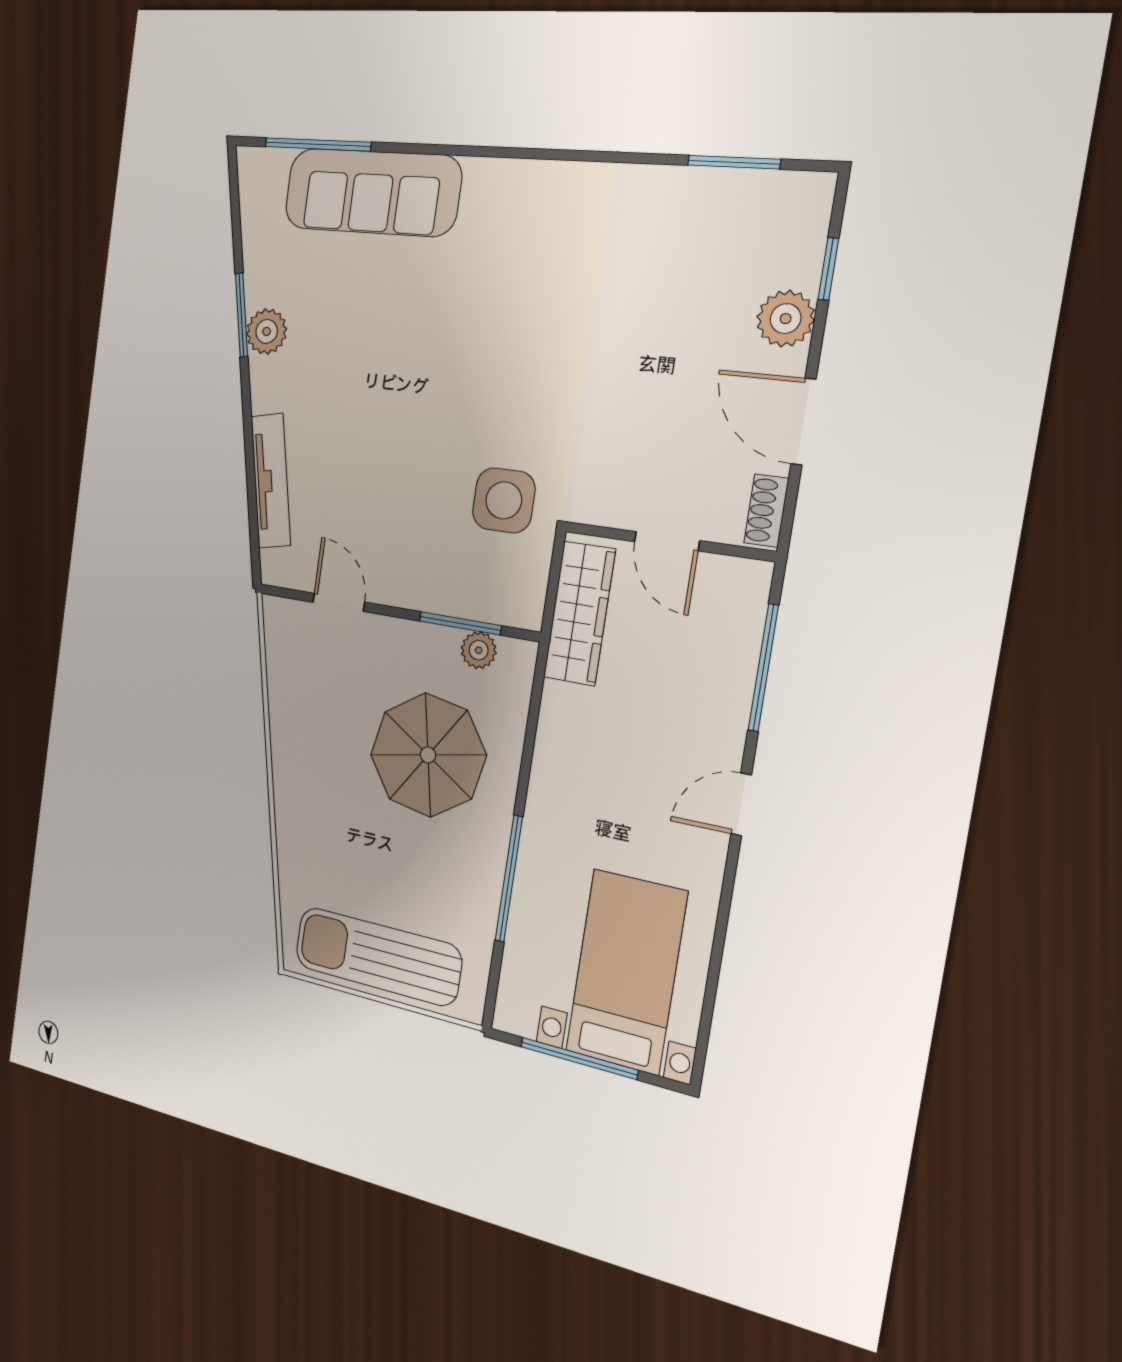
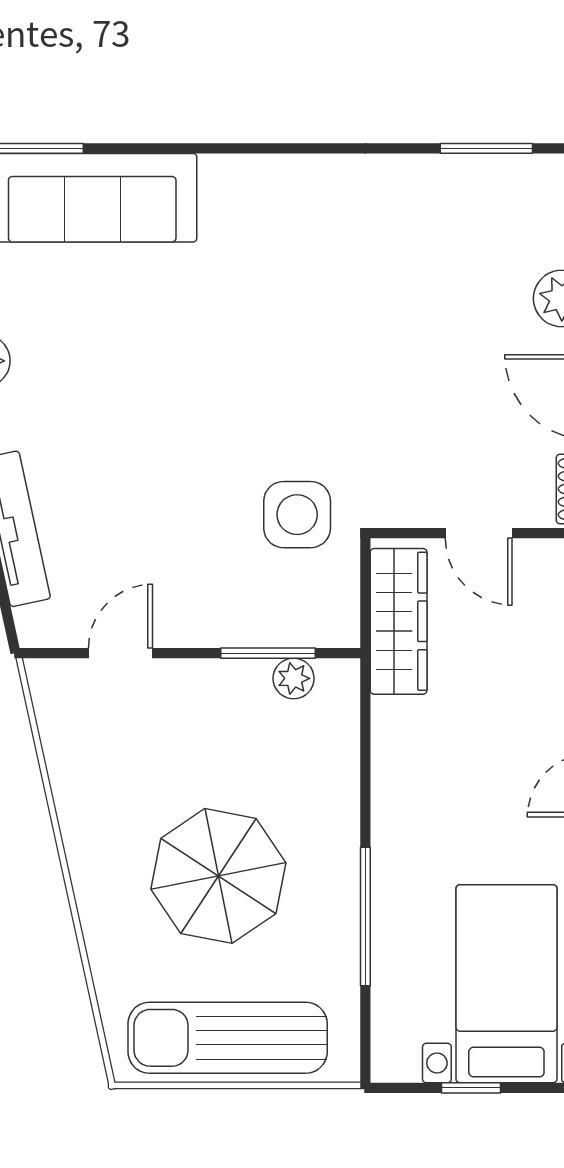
door: (339, 602) -> (121, 653), hinge flipped
parasol: (428, 755) -> (218, 876), moved
window: (579, 1058) -> (471, 1088), width x0.46

